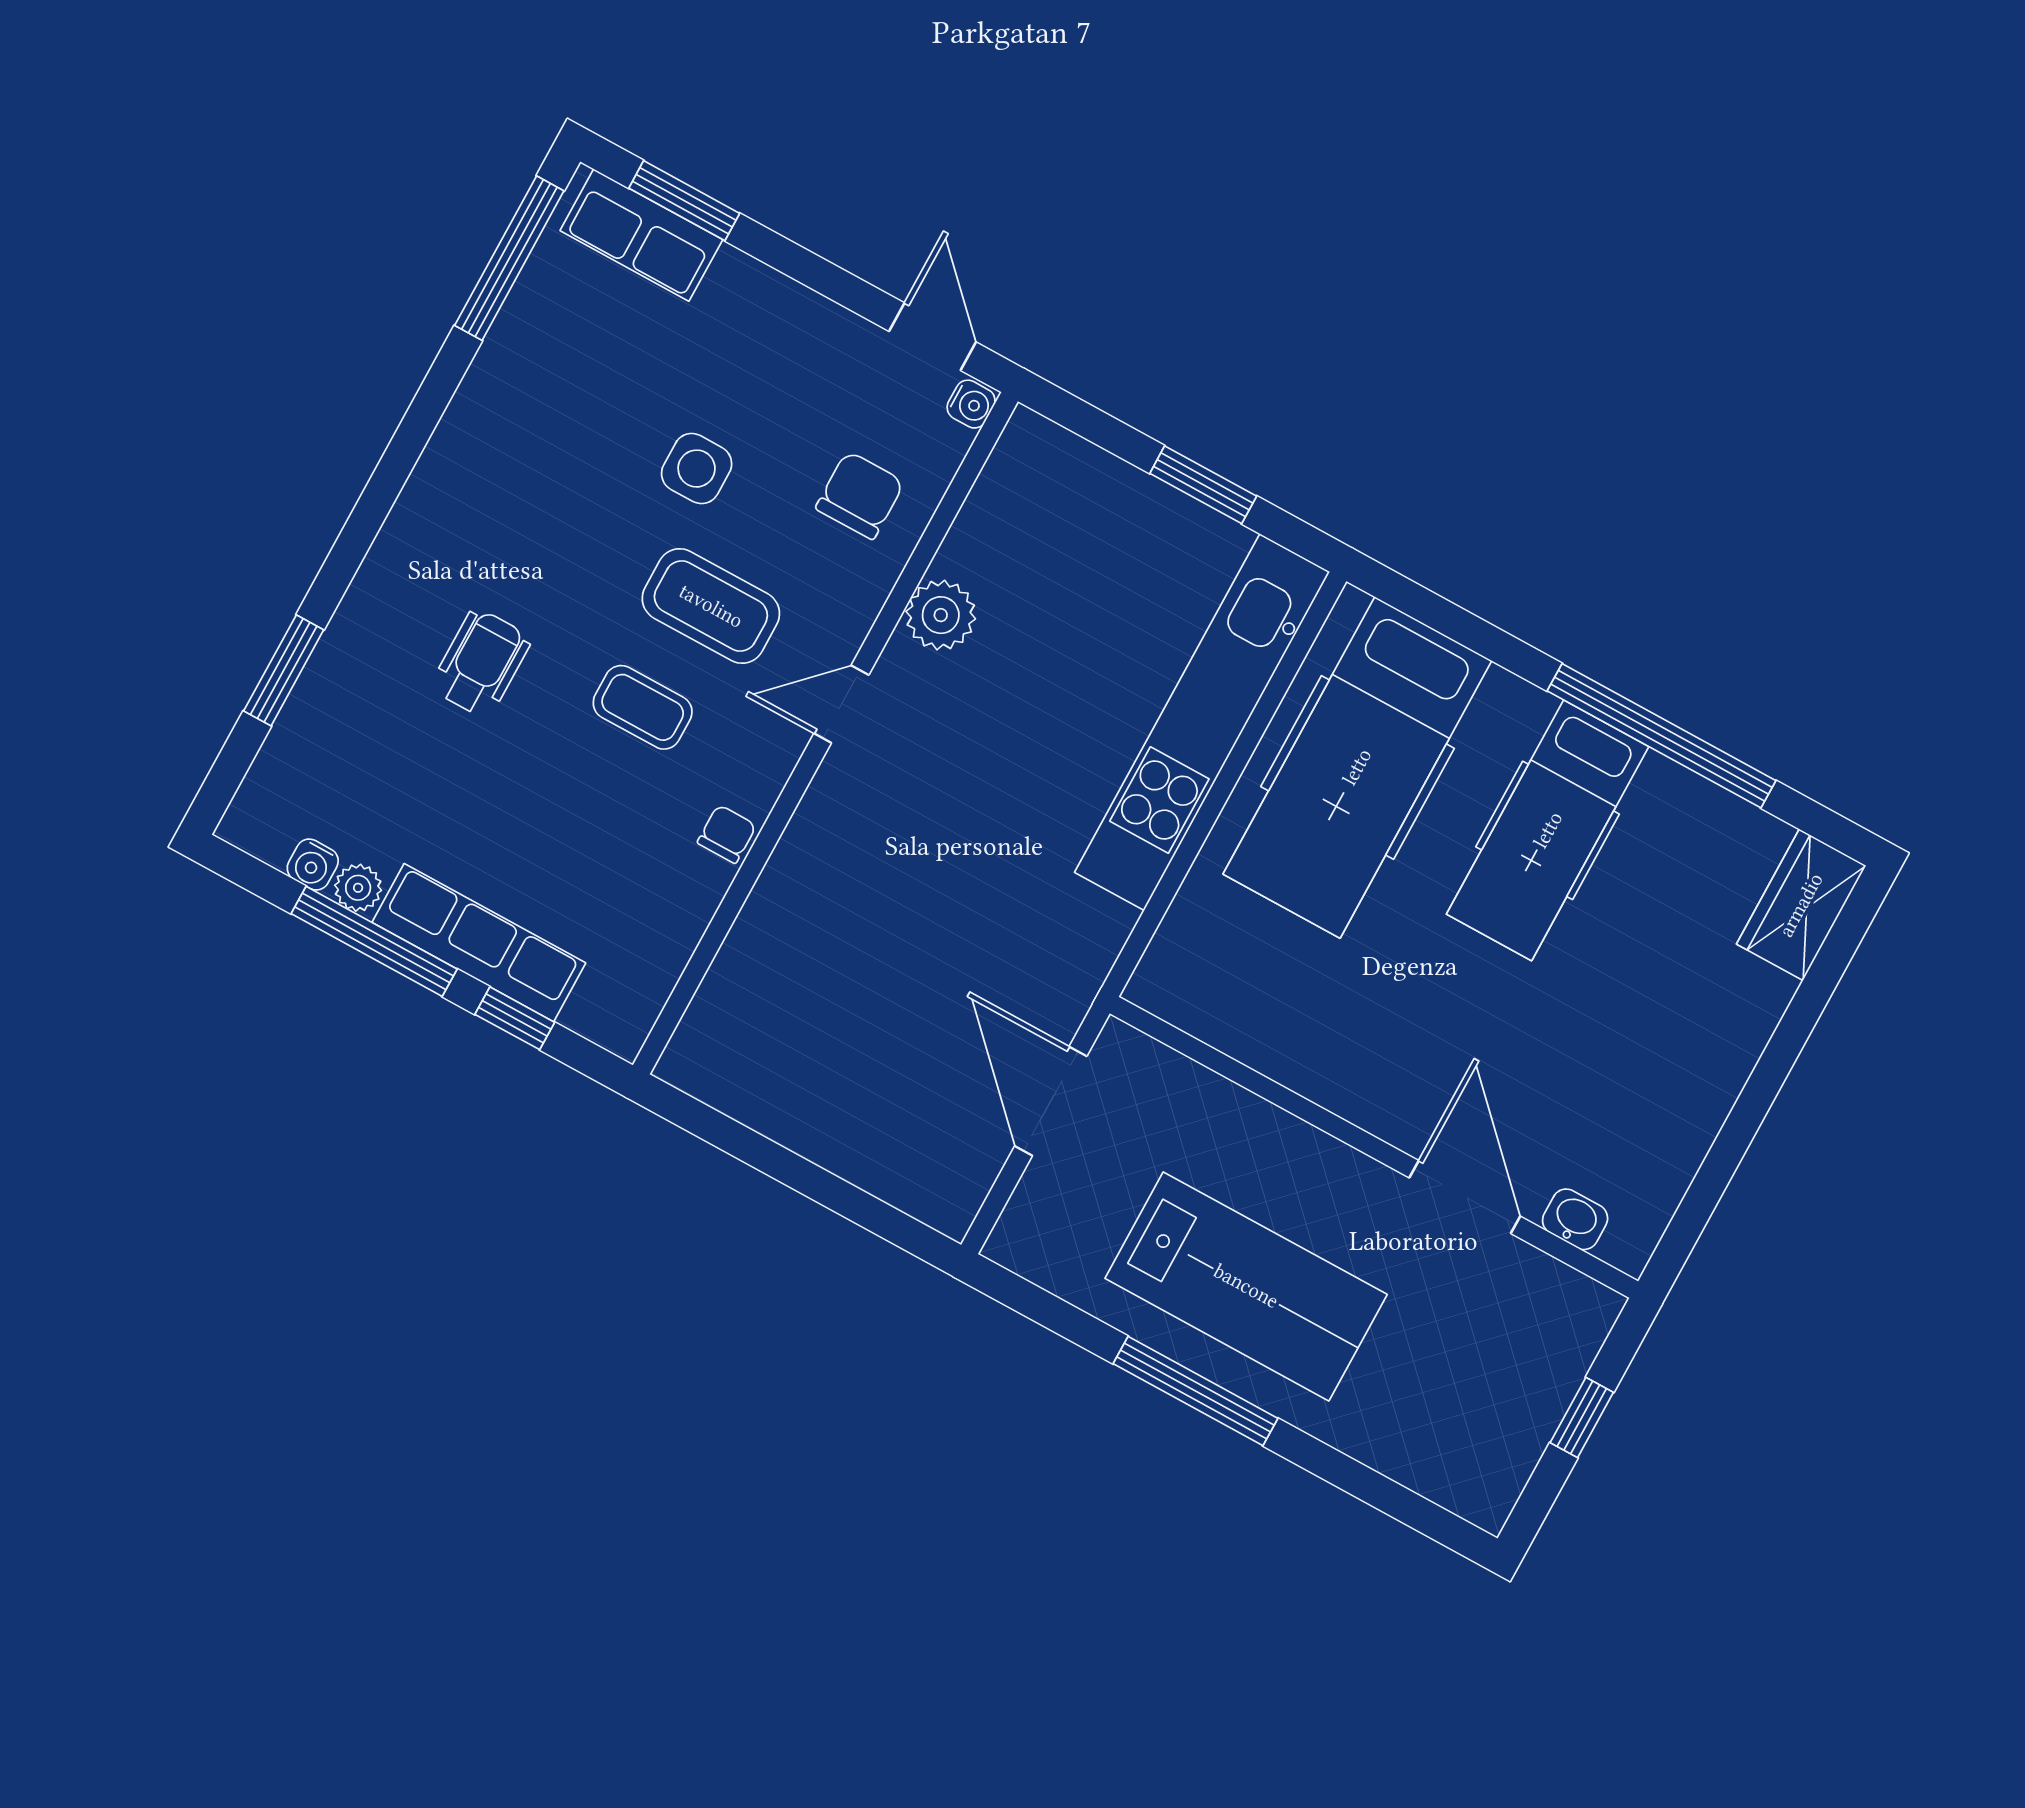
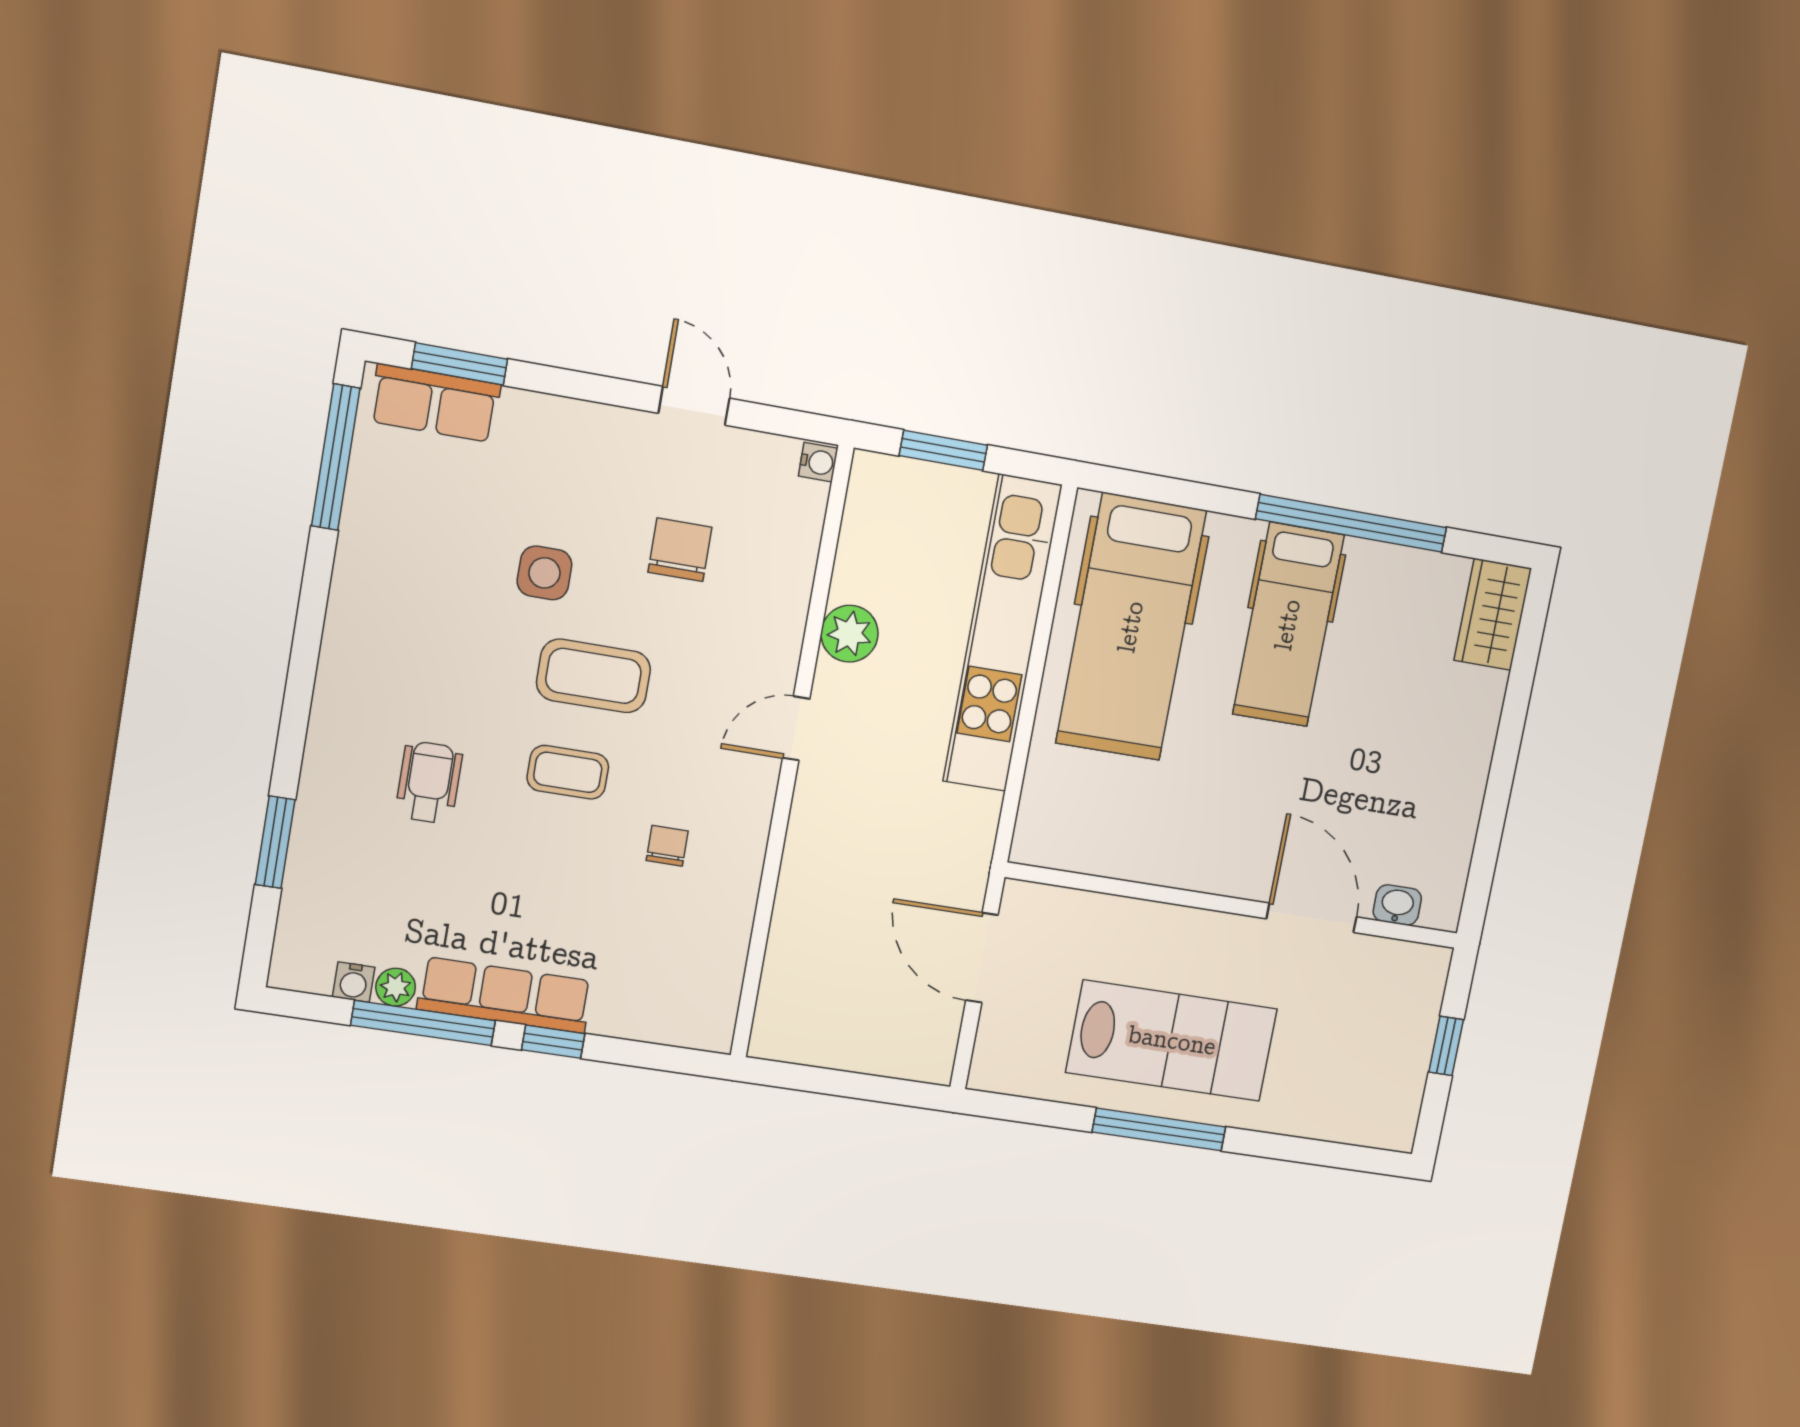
water cooler: (971, 404) -> (818, 462), moved
plant: (941, 615) -> (850, 634), moved
door: (841, 704) -> (796, 728), moved
wall: (825, 733) -> (792, 755), moved

